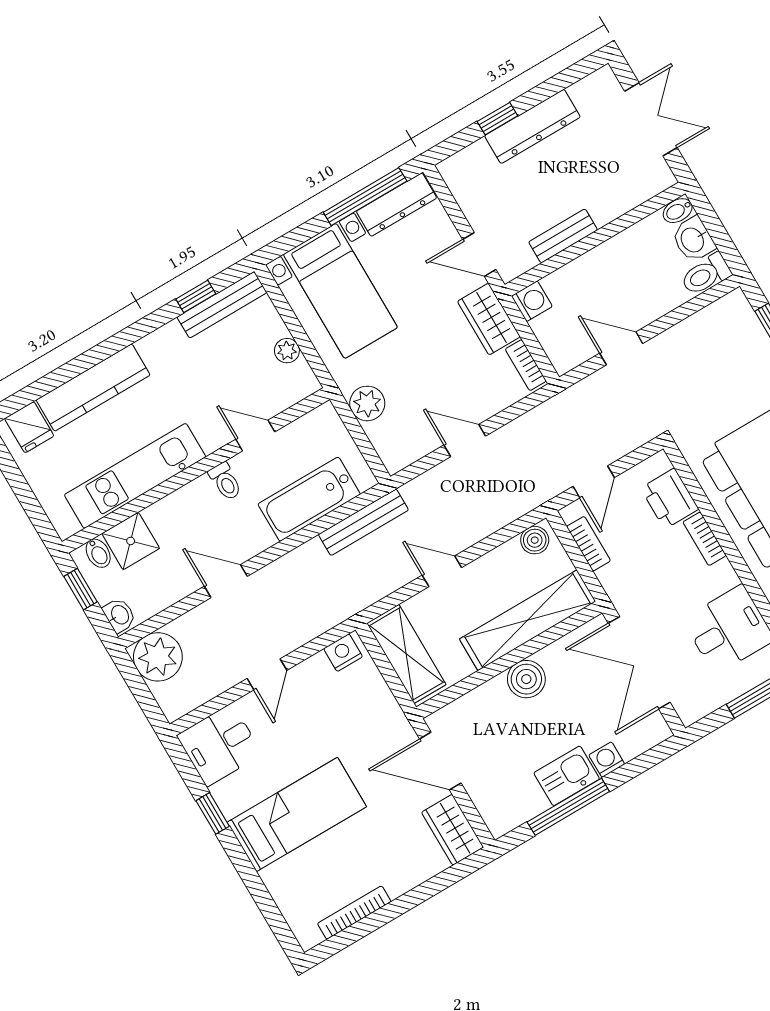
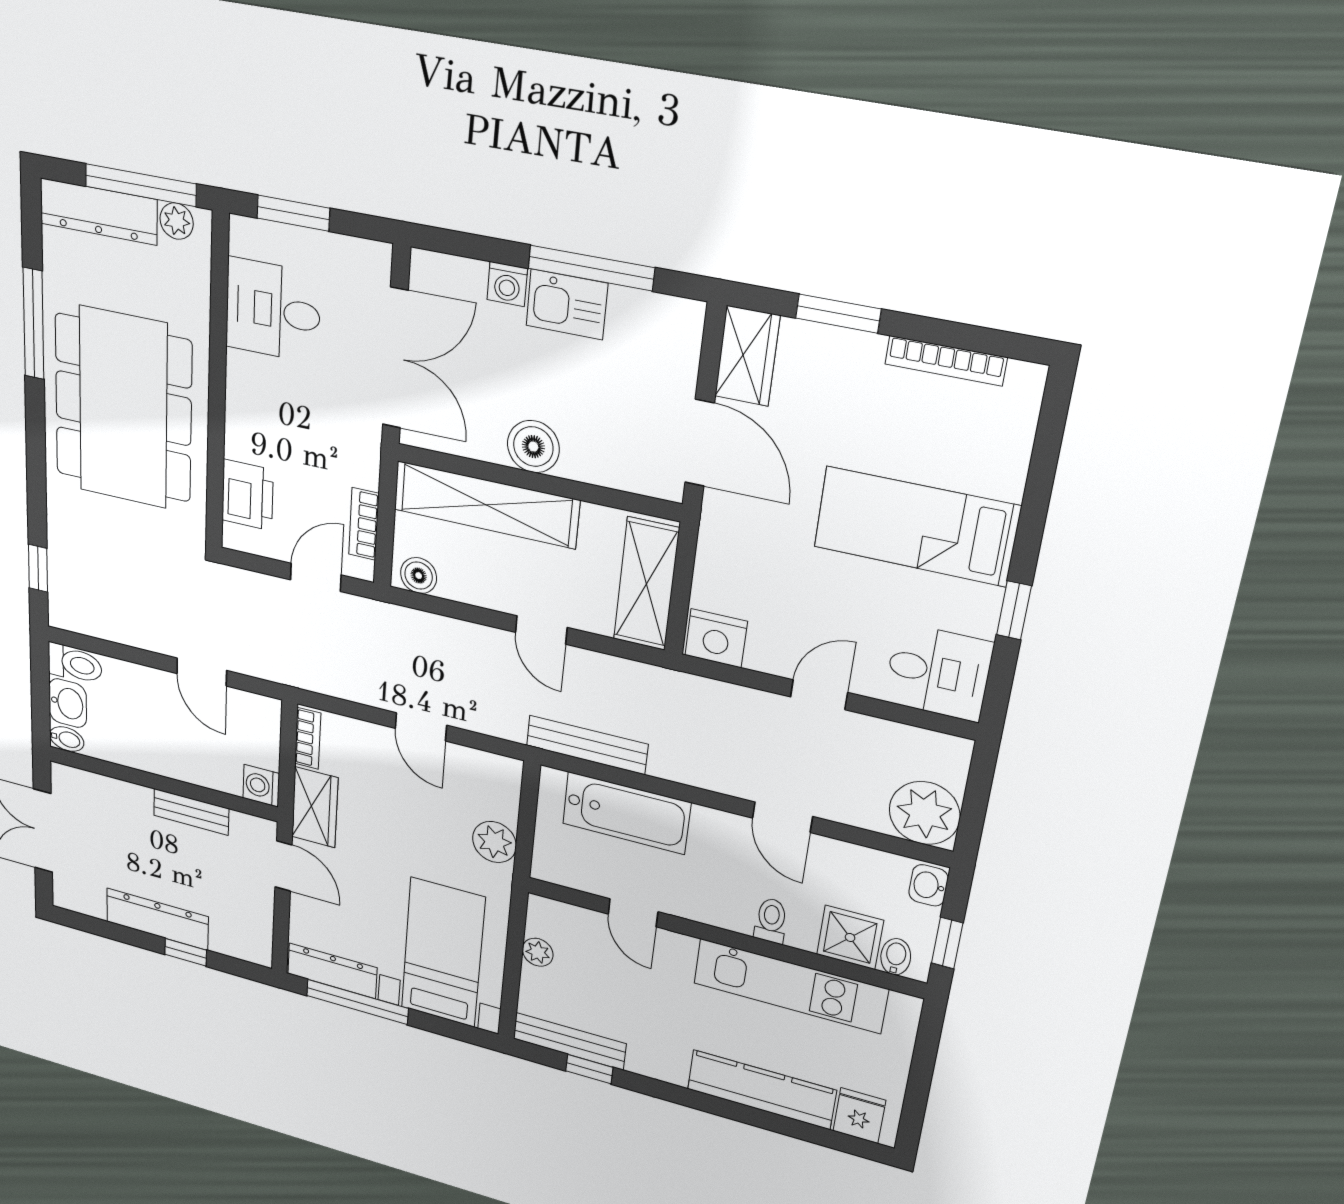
toilet: (225, 481) -> (771, 921), moved
bookcase: (705, 539) -> (237, 425), removed
nightstand: (343, 653) -> (716, 638), width x1.36, depth x1.33
window: (425, 891) -> (838, 313), added

